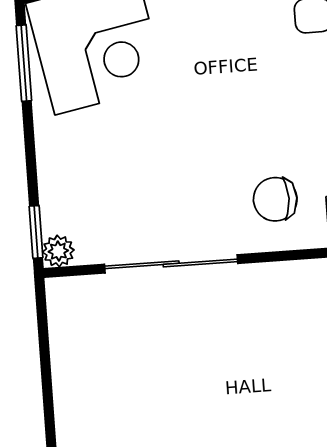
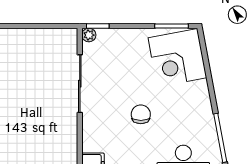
chair: (275, 199) -> (141, 114), moved

